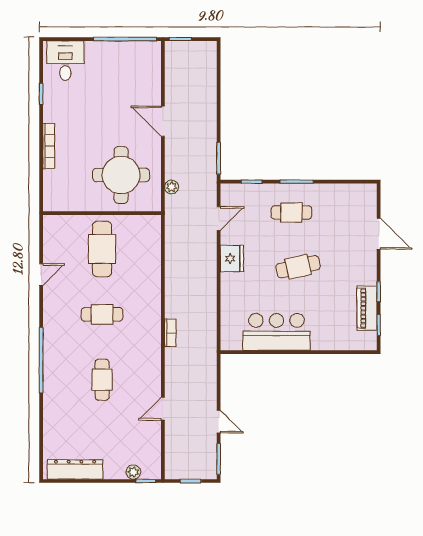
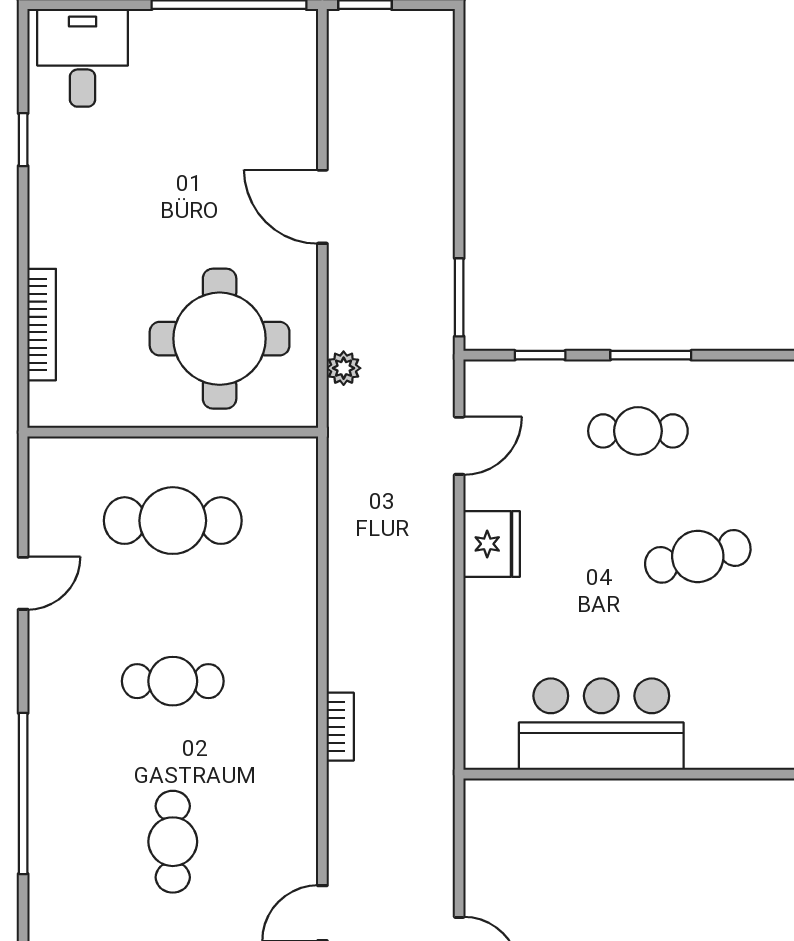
bookcase: (49, 146) -> (42, 325), moved
cafe table: (102, 249) -> (173, 521), turned 90
cafe table: (298, 267) -> (698, 556), moved

